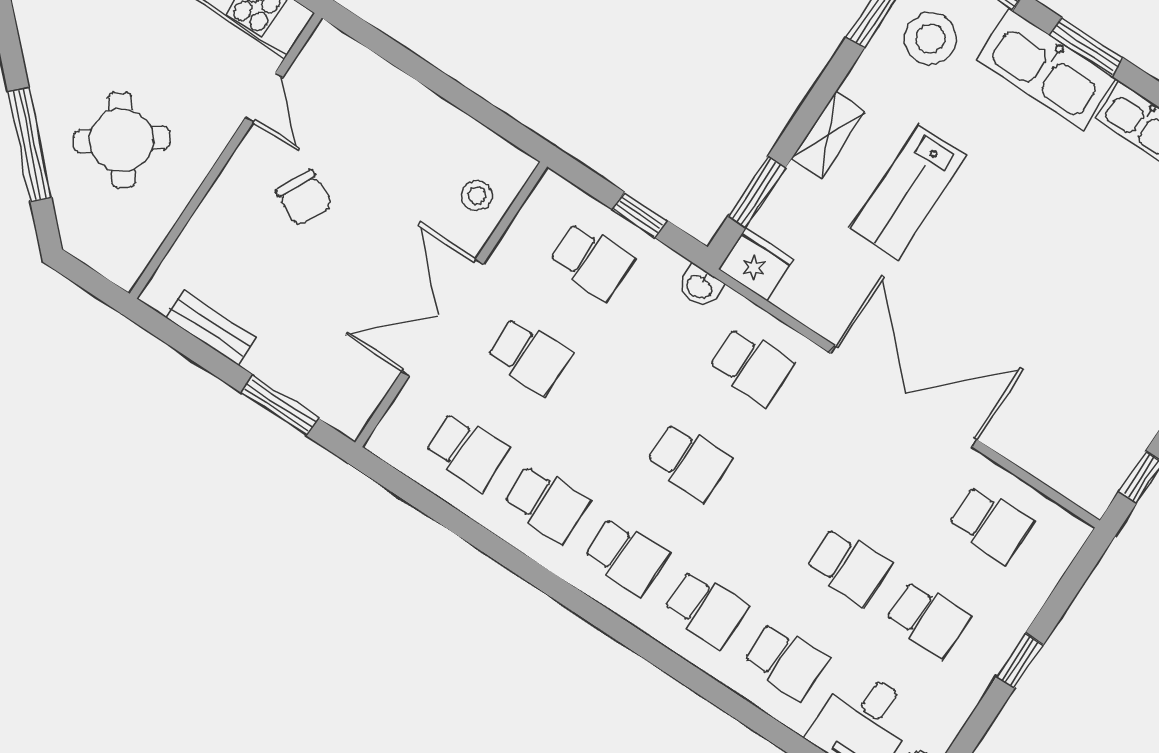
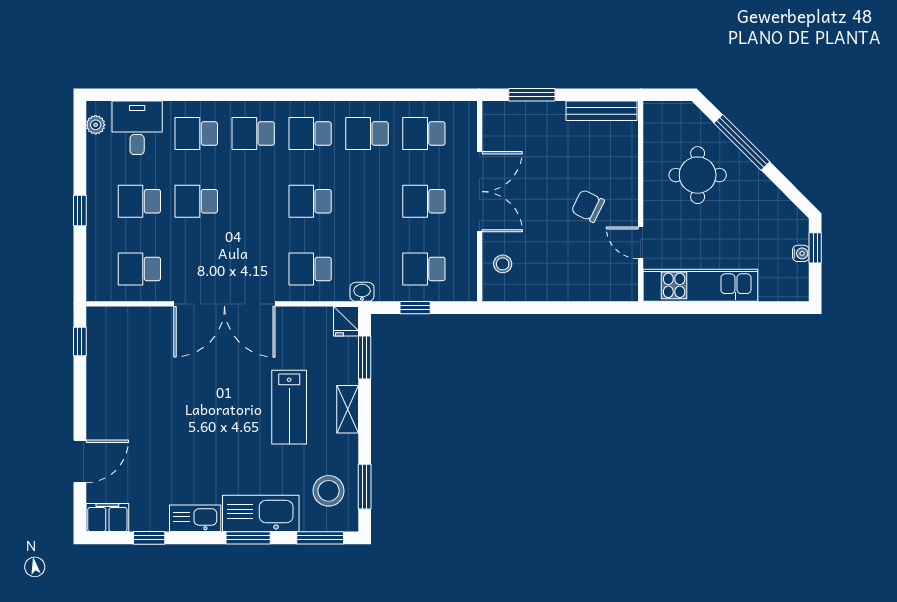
round table: (122, 140) -> (698, 175), turned 36
lab bench: (908, 192) -> (289, 407), turned 180
fridge: (756, 264) -> (346, 321), width x0.72
bench: (210, 327) -> (601, 111), width x1.36

